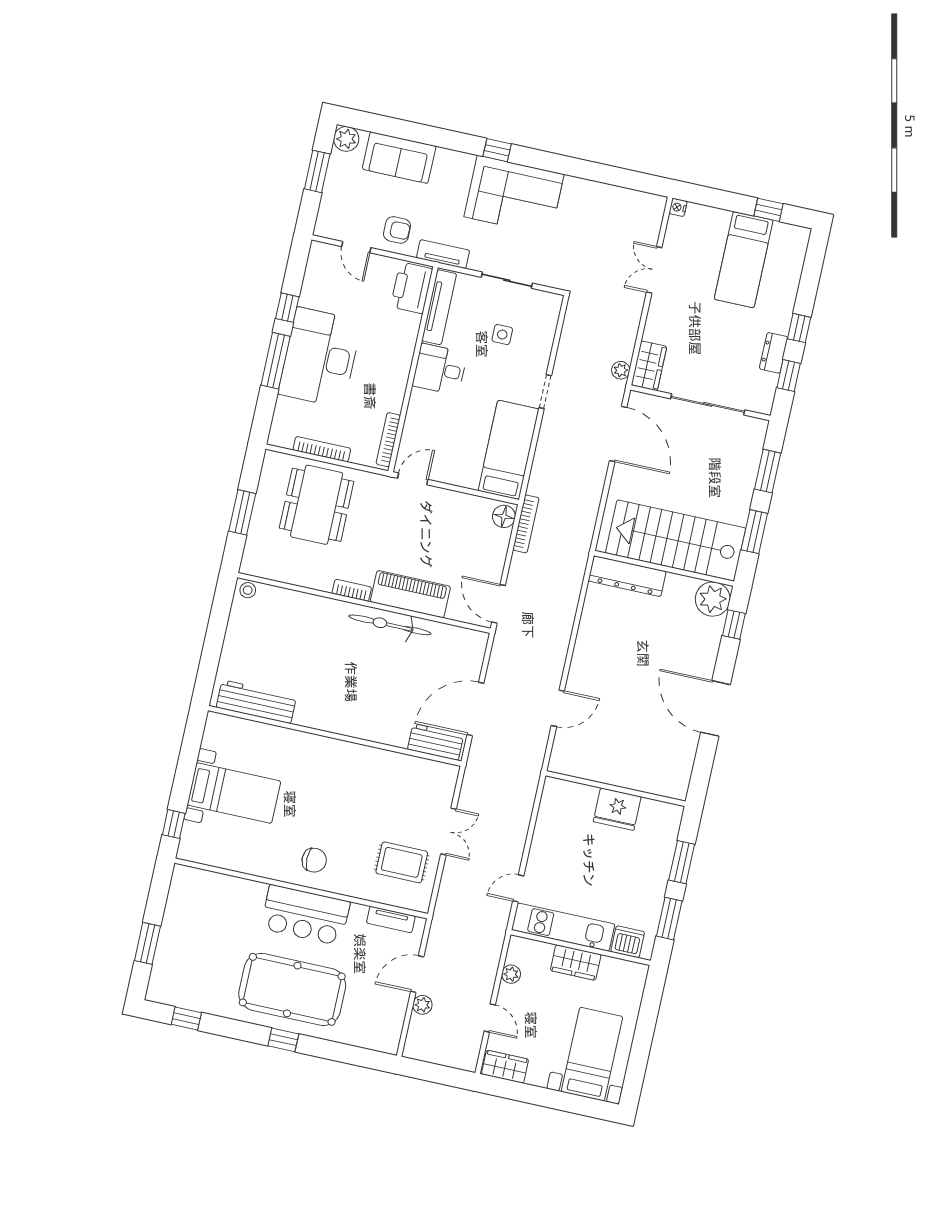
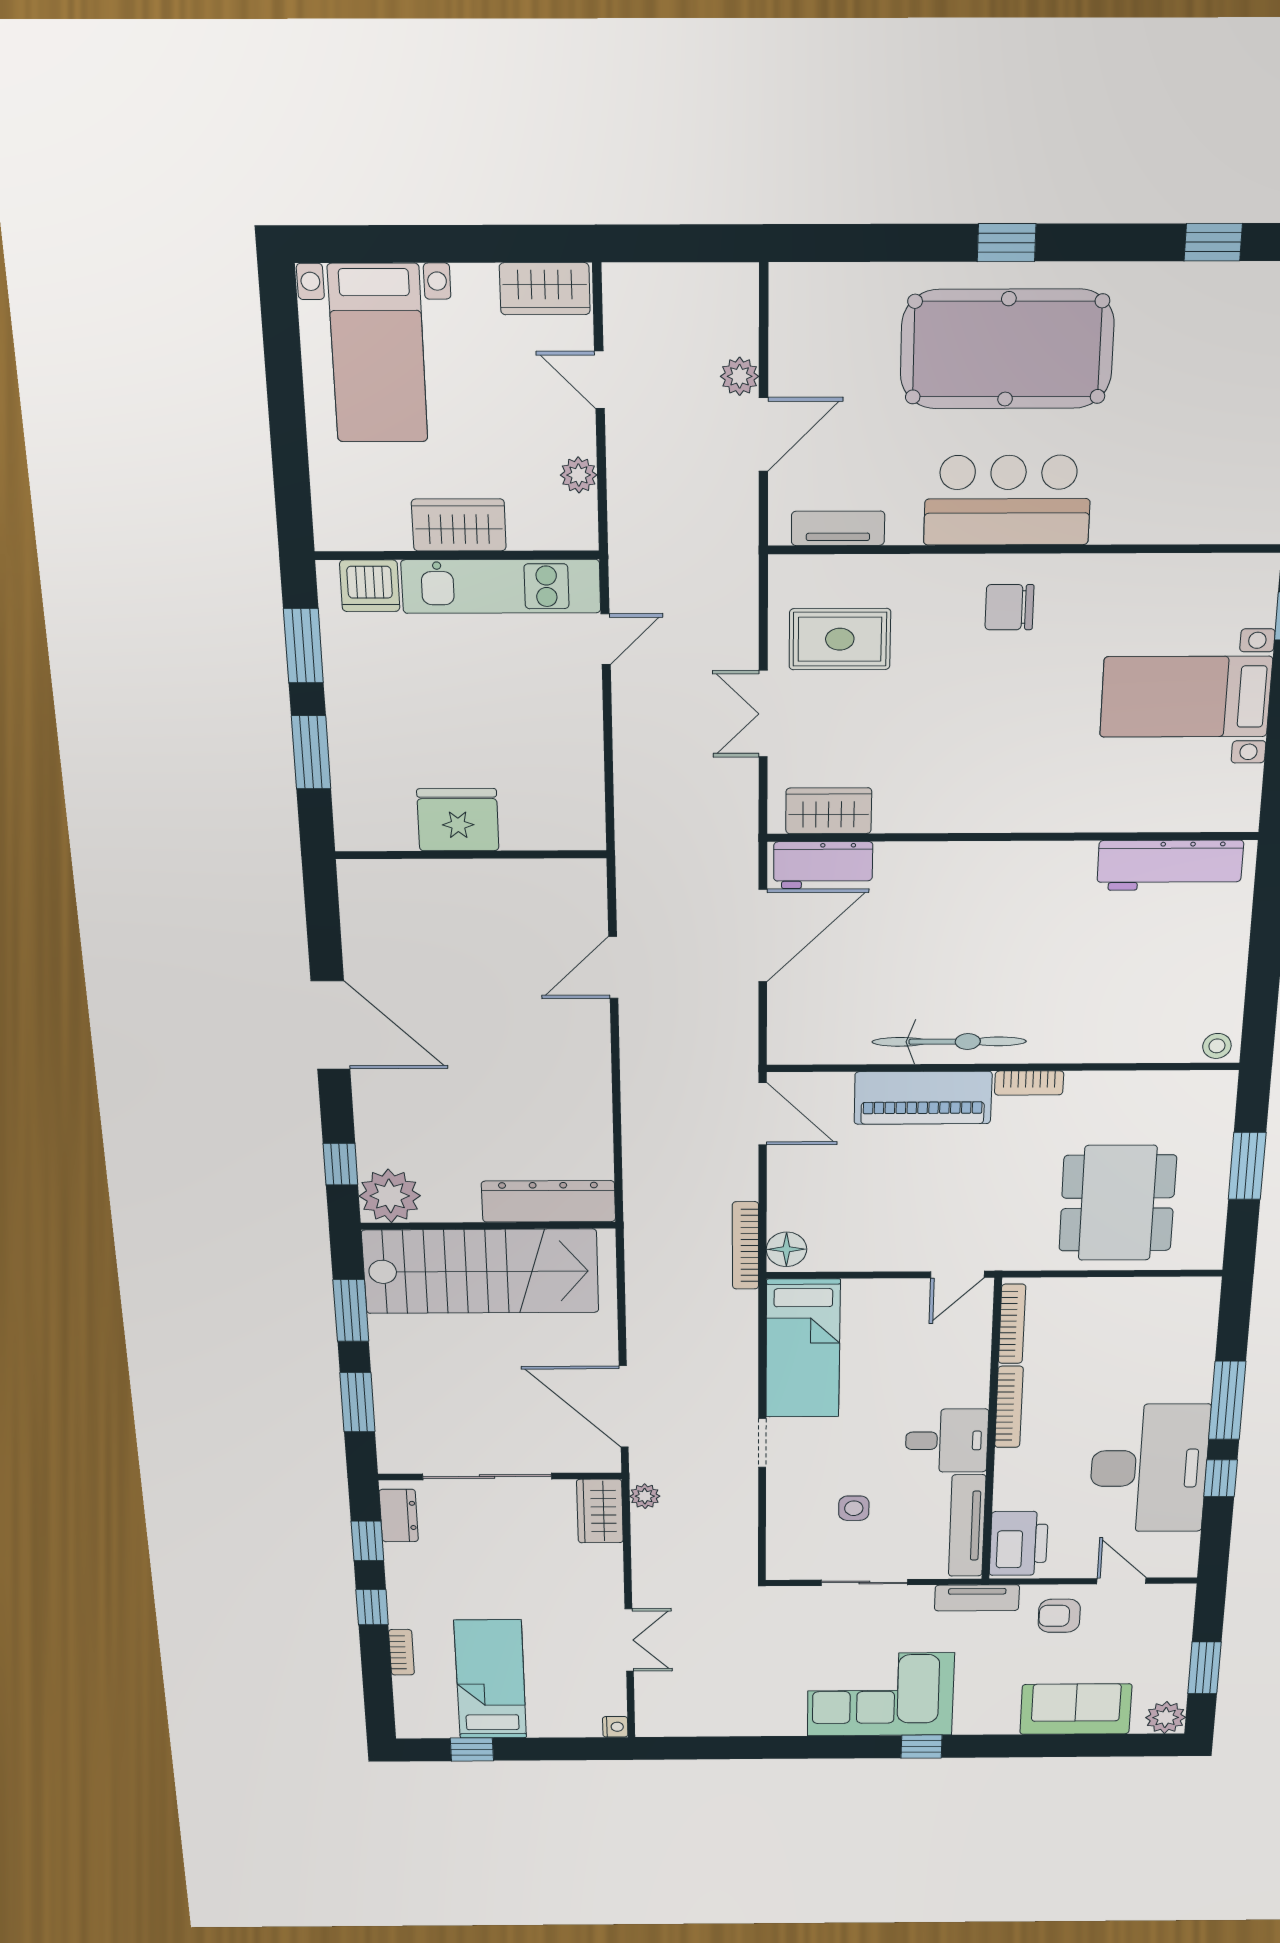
bookcase: (791, 292) -> (401, 1652), added
dresser: (774, 353) -> (399, 1516), moved
desk: (320, 357) -> (1149, 1468), moved
bookcase: (322, 449) -> (1009, 1407), moved, turned -90
wardrobe: (426, 772) -> (829, 811), added

